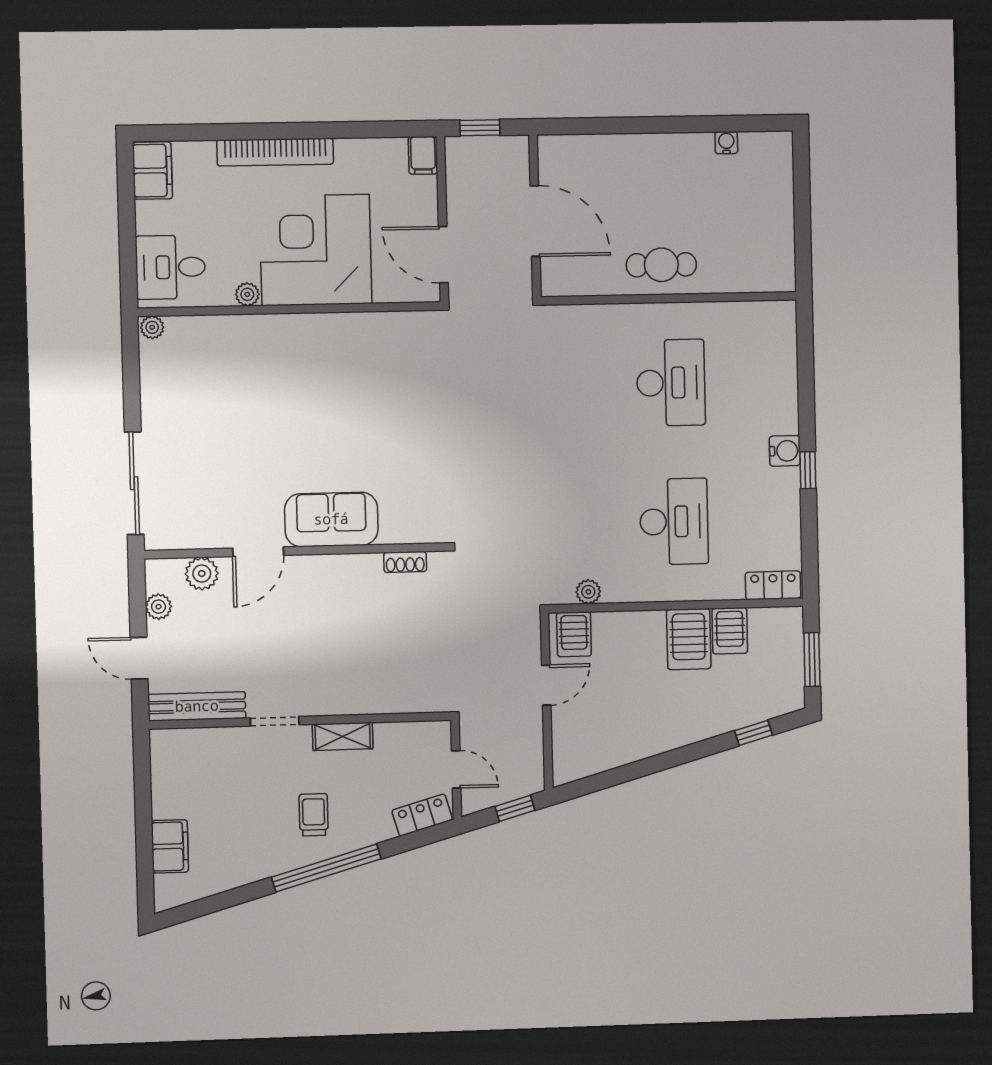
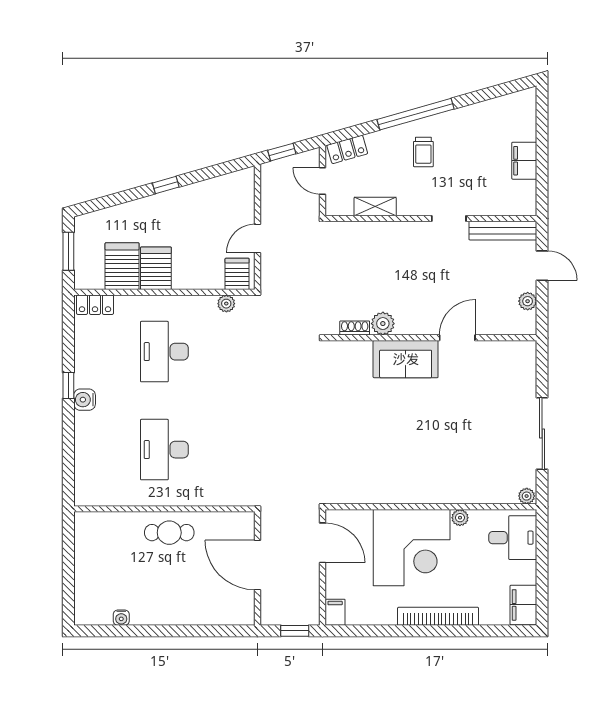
sliding door: (134, 483) -> (542, 434), moved
plant: (202, 574) -> (383, 324), moved
server rack: (730, 631) -> (122, 266), width x1.36, depth x1.44
window: (753, 733) -> (166, 185), moved
shelving: (343, 736) -> (375, 207), moved
filing cabinet: (170, 846) -> (524, 161), moved

